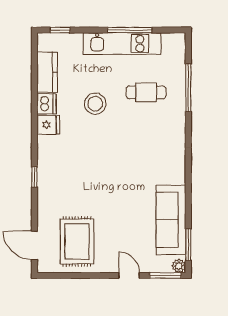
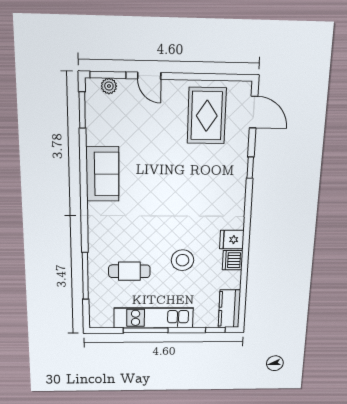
kitchen counter: (47, 72) -> (229, 309), moved
window: (34, 177) -> (250, 168), moved
sofa: (171, 220) -> (102, 174), moved, width x0.73
plant: (179, 266) -> (109, 86), moved

